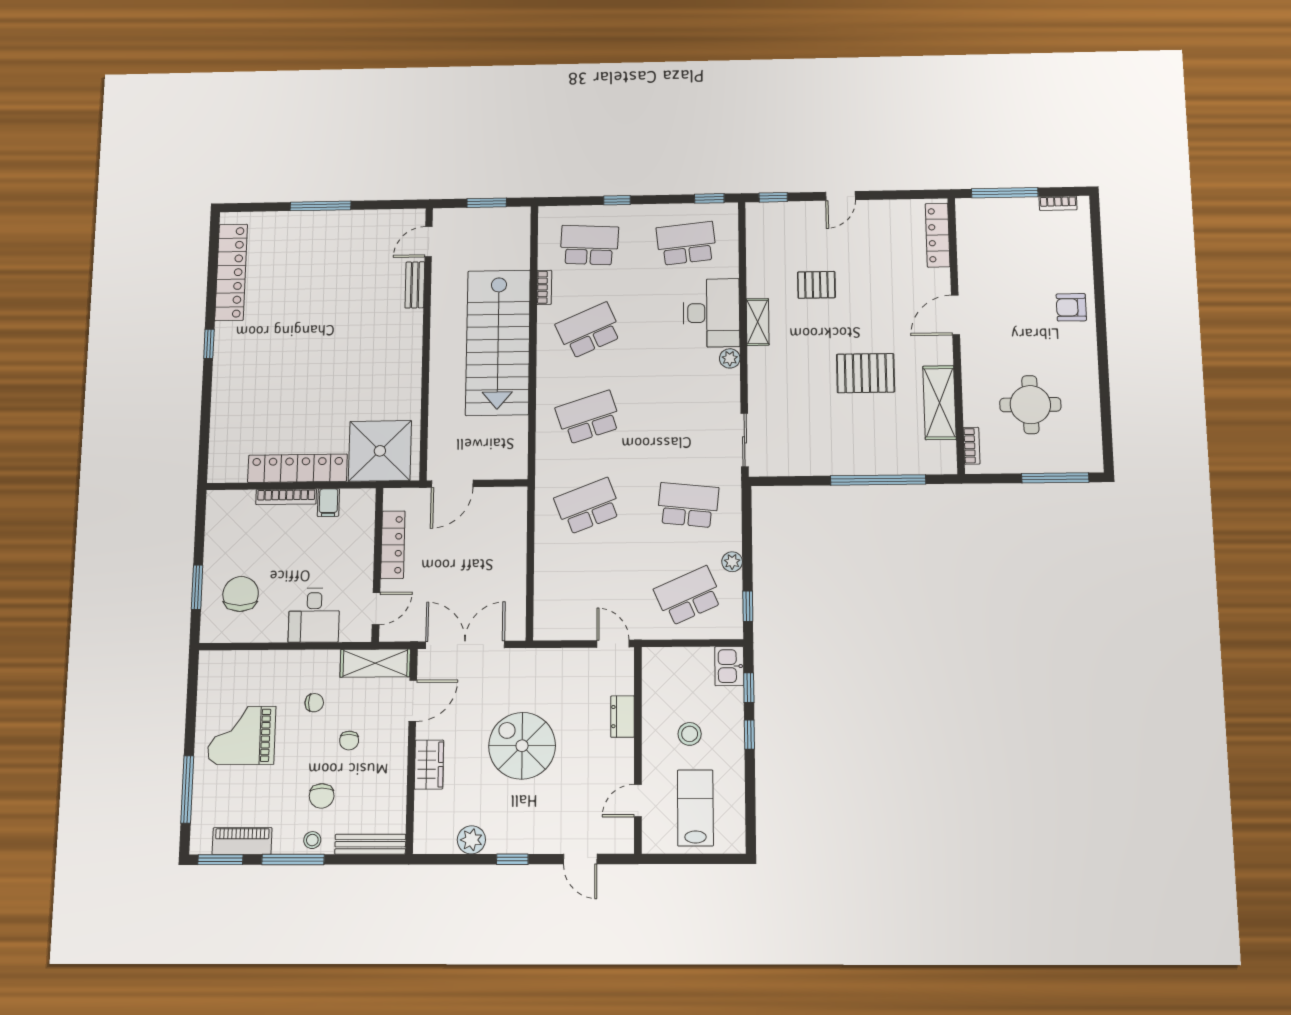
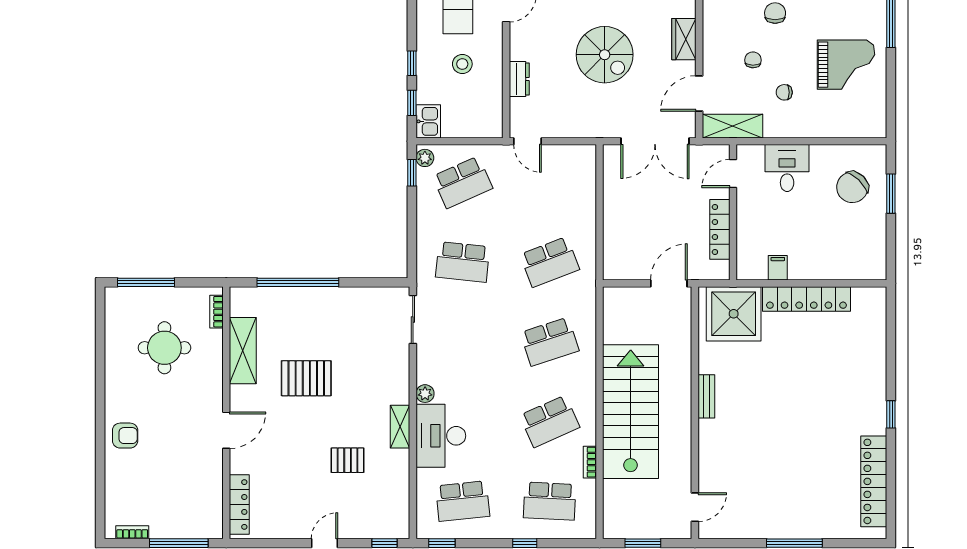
bench: (415, 285) -> (706, 396), moved
bookcase: (286, 497) -> (816, 273), removed
plant: (732, 562) -> (425, 158), moved
chair: (241, 594) -> (852, 187), turned 44

